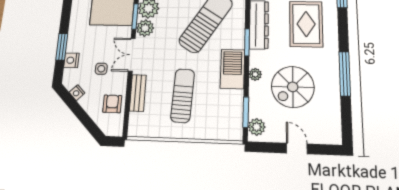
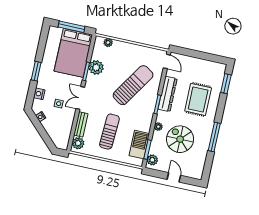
plant: (145, 28) -> (78, 143), moved
window: (62, 47) -> (36, 71), moved
barbecue: (232, 69) -> (139, 145), moved
spiral stairs: (293, 87) -> (180, 139), turned 90
armchair: (112, 104) -> (63, 128), removed

